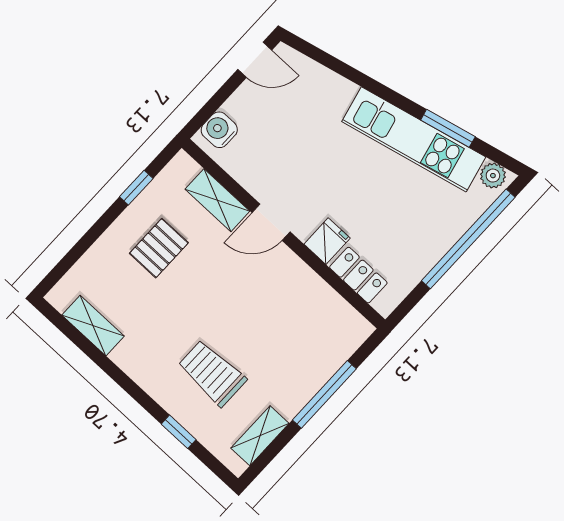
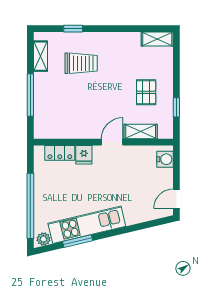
shelving: (93, 326) -> (157, 39), moved

